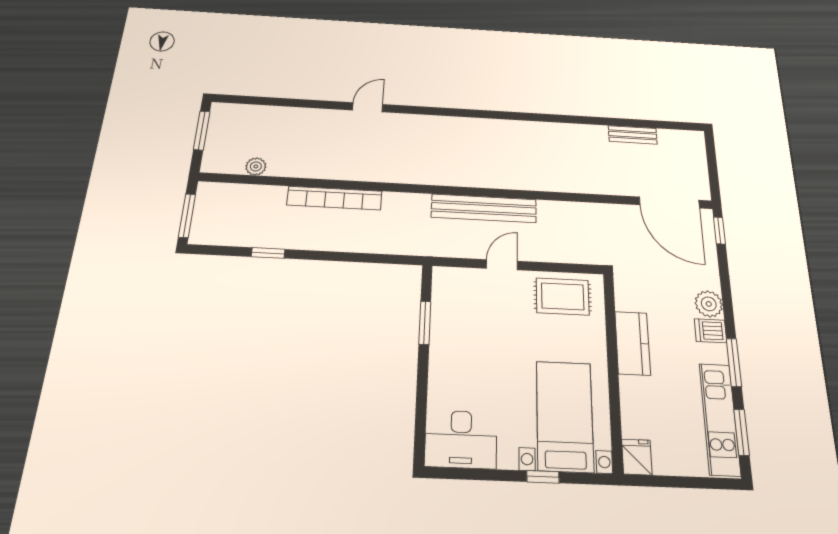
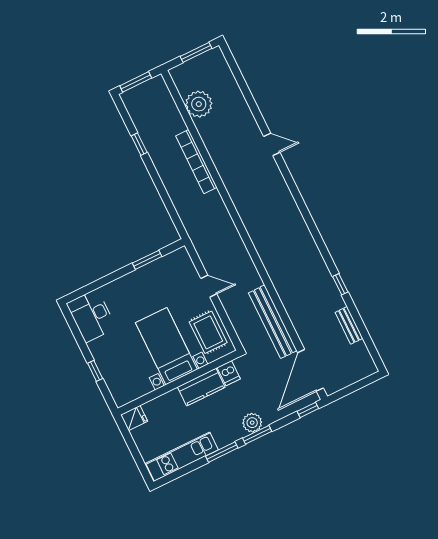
window: (578, 120) -> (340, 284), added
plant: (256, 166) -> (199, 104), width x1.88, depth x1.88
bench: (484, 208) -> (273, 322), moved
dishwasher: (711, 331) -> (229, 373), moved, turned 180
bed with nightstands: (565, 416) -> (166, 346), moved, turned -90
window: (742, 432) -> (257, 435), moved

